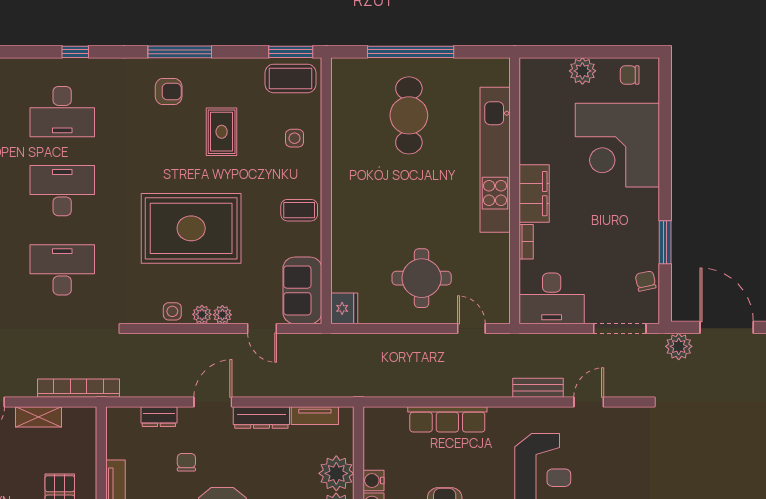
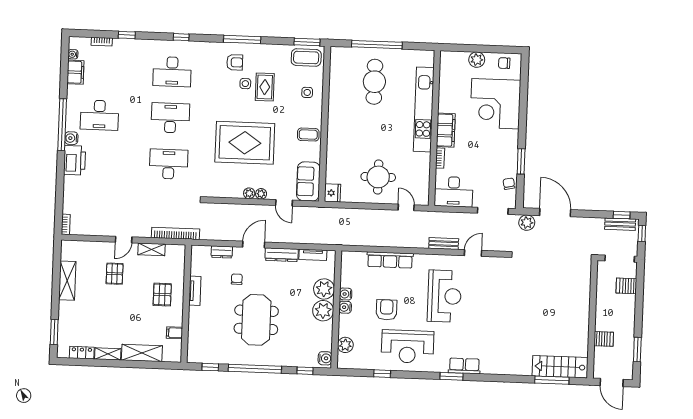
side table: (172, 311) -> (245, 84), moved

